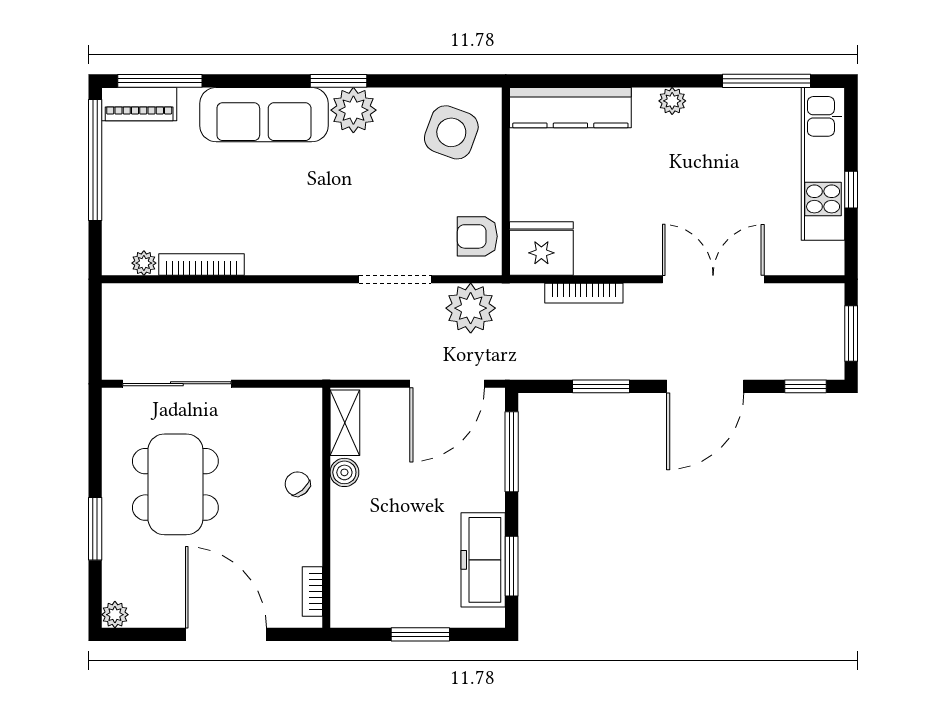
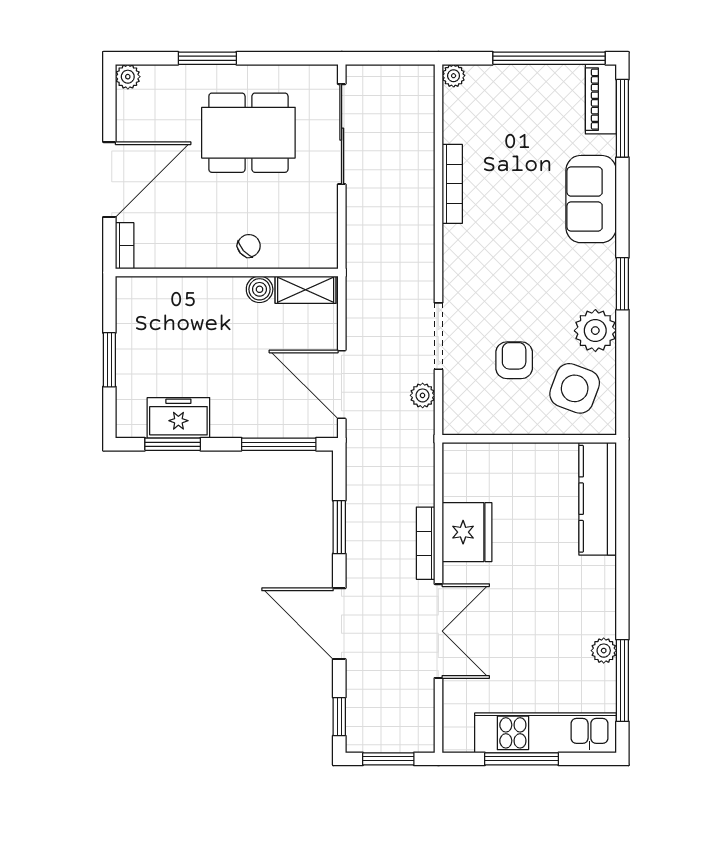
plant: (672, 101) -> (604, 651), moved
plant: (353, 110) -> (595, 331), moved
sofa: (264, 115) -> (591, 199), width x0.73
window: (851, 190) -> (522, 759), width x2.17
armchair: (477, 236) -> (514, 360), moved
fridge: (541, 248) -> (467, 532), moved
plant: (144, 263) -> (454, 76), moved
bookcase: (201, 264) -> (452, 184), moved
bookcase: (584, 293) -> (426, 543), moved
plant: (471, 308) -> (423, 395), width x0.53, depth x0.53
freezer: (483, 560) -> (178, 418), width x0.71
bookcase: (312, 591) -> (125, 246), moved, turned 90

